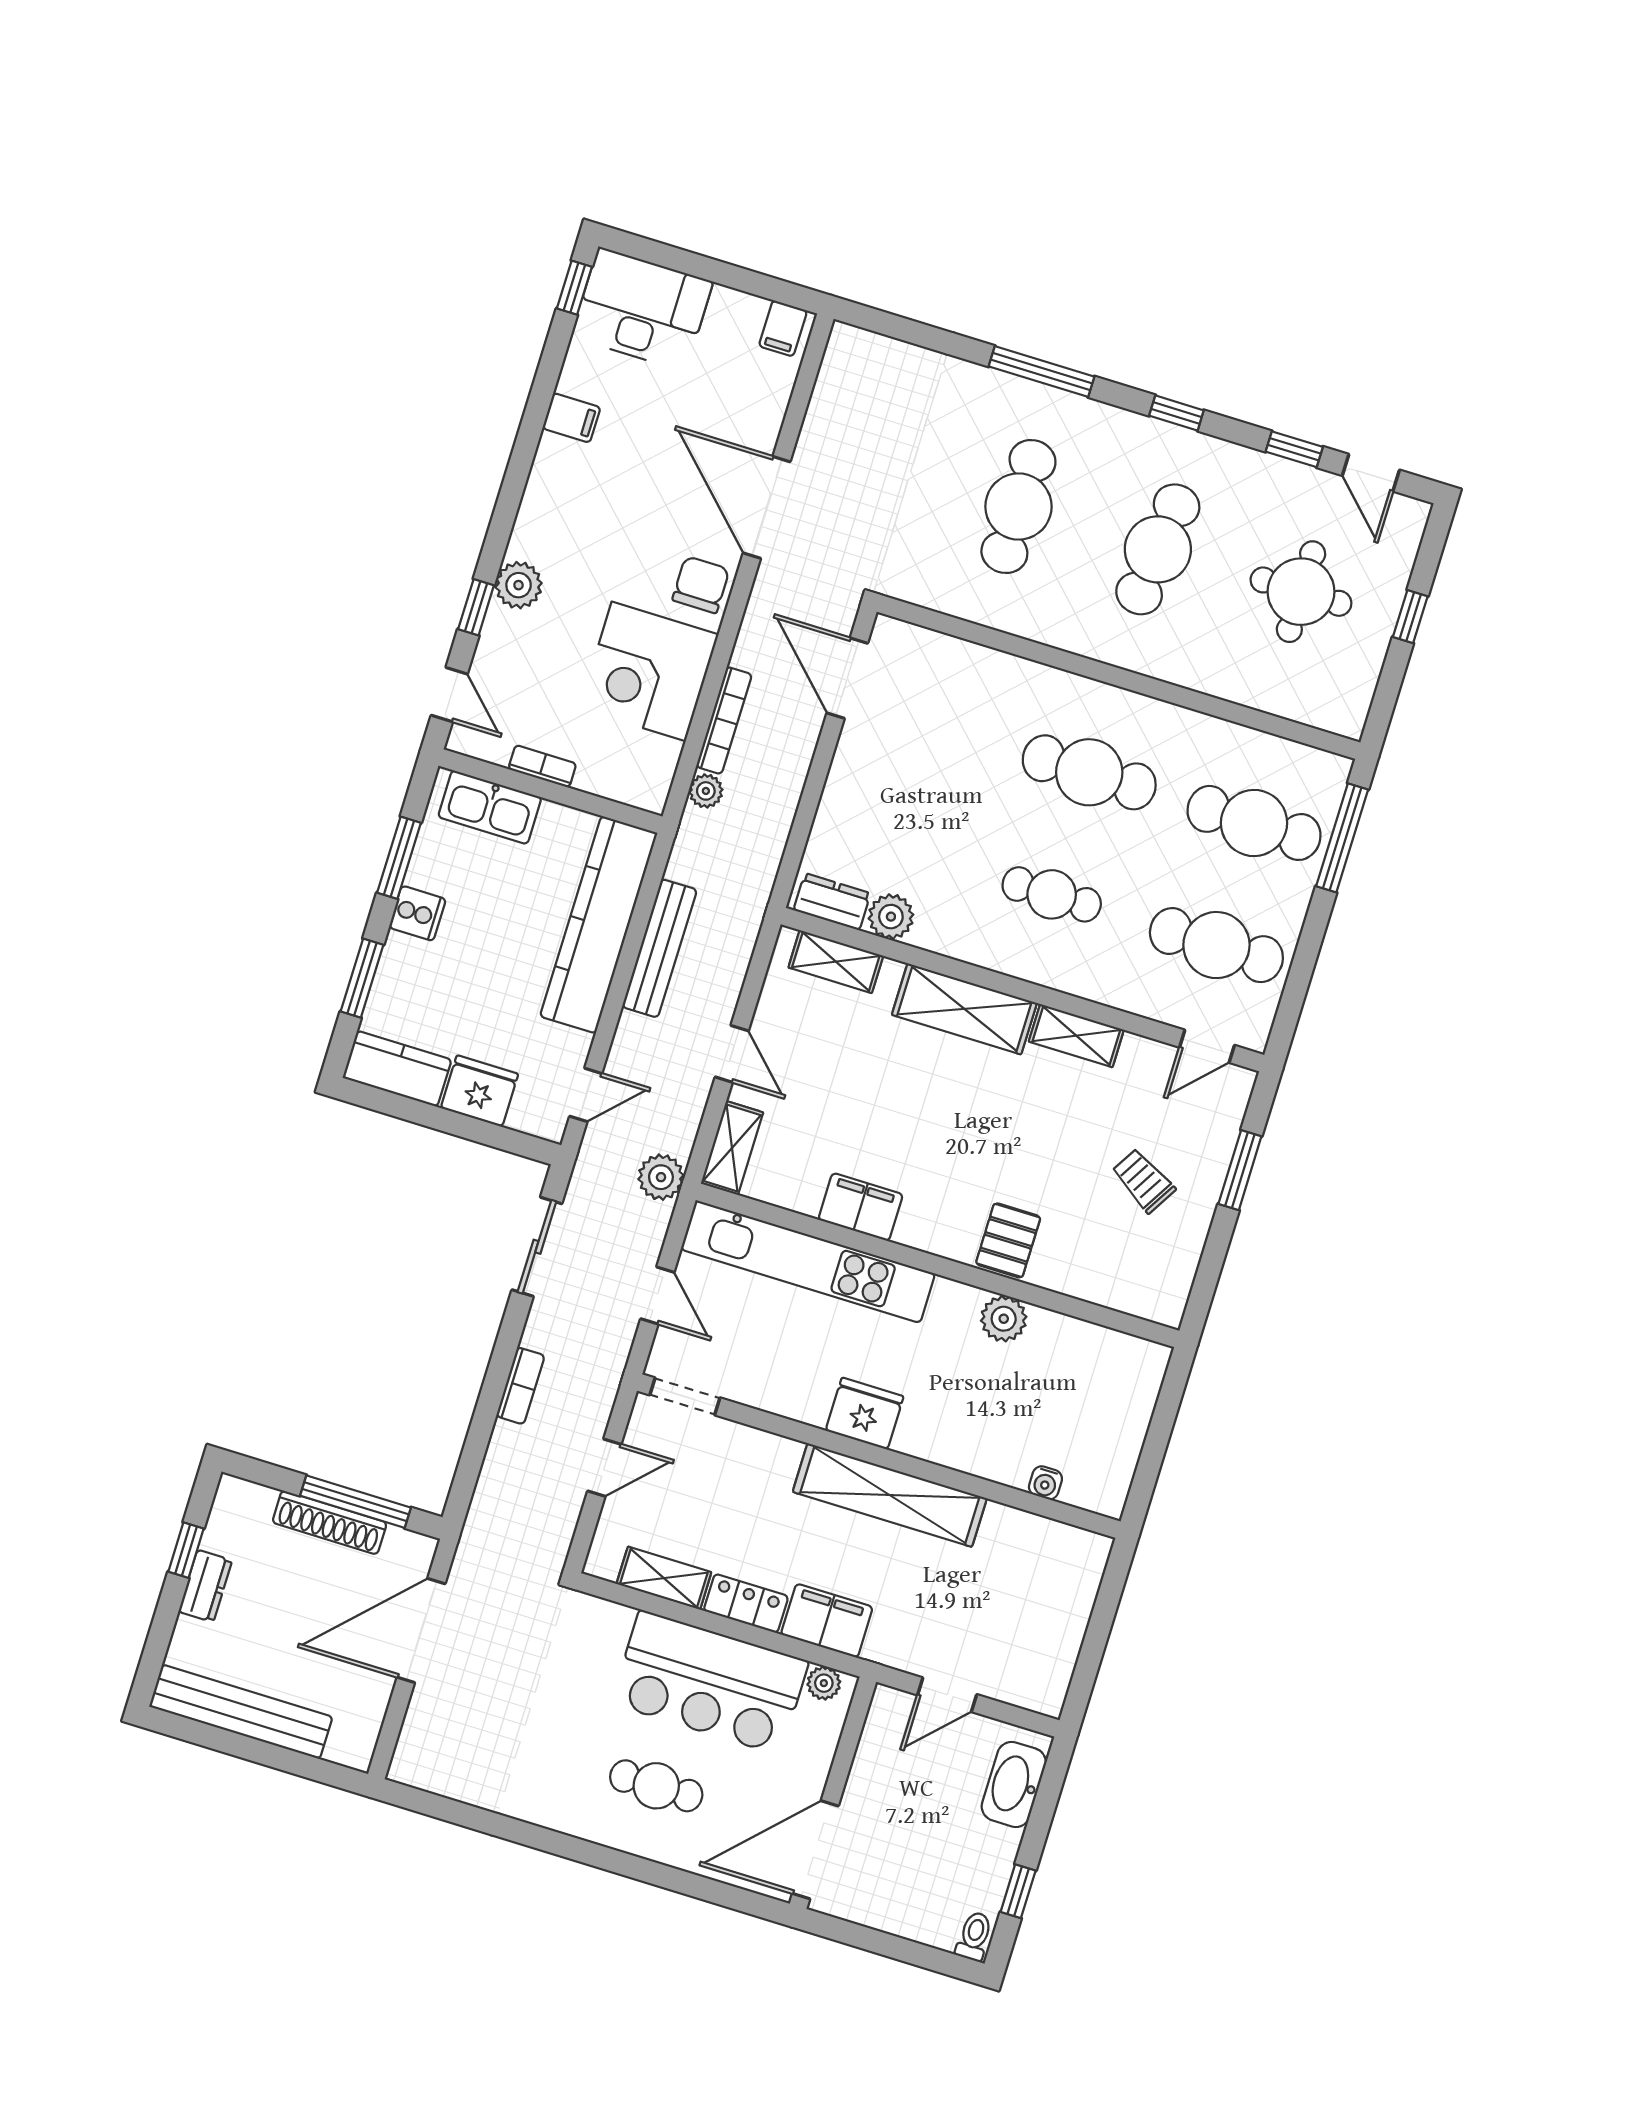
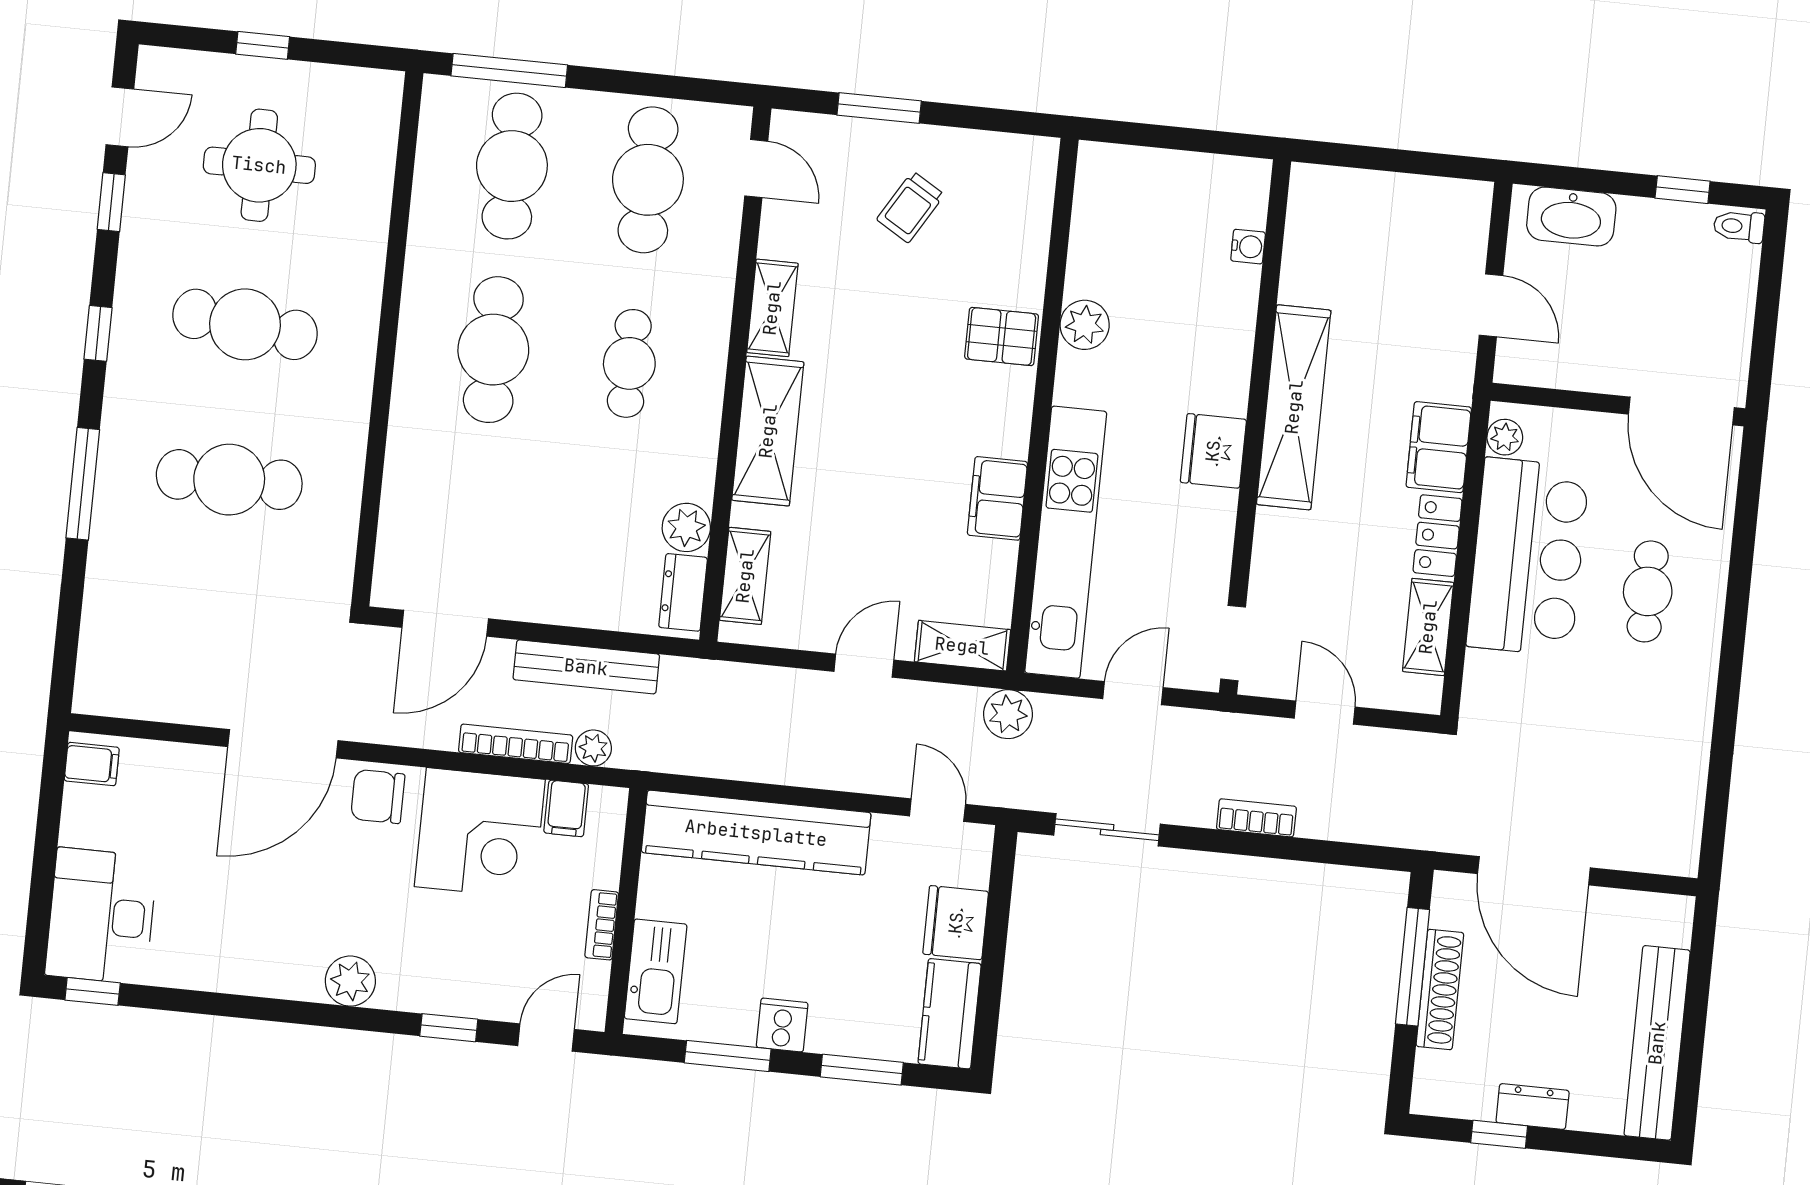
filing cabinet: (572, 418) -> (566, 808), moved, turned 180
plant: (519, 585) -> (350, 981), moved
bench: (660, 948) -> (586, 667), moved

